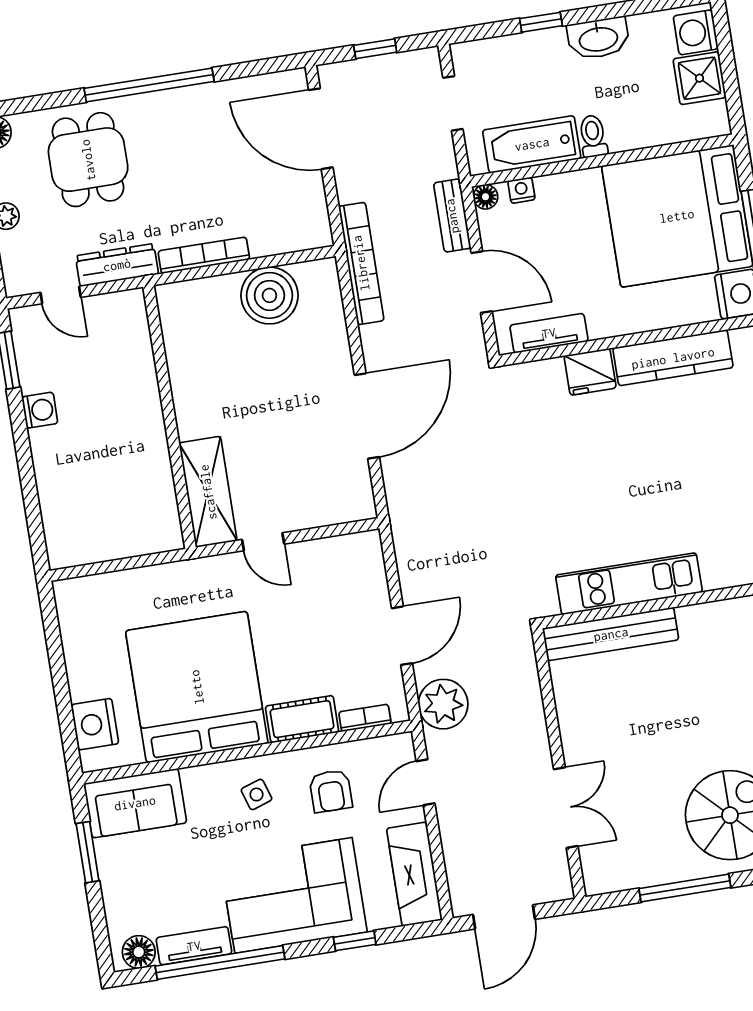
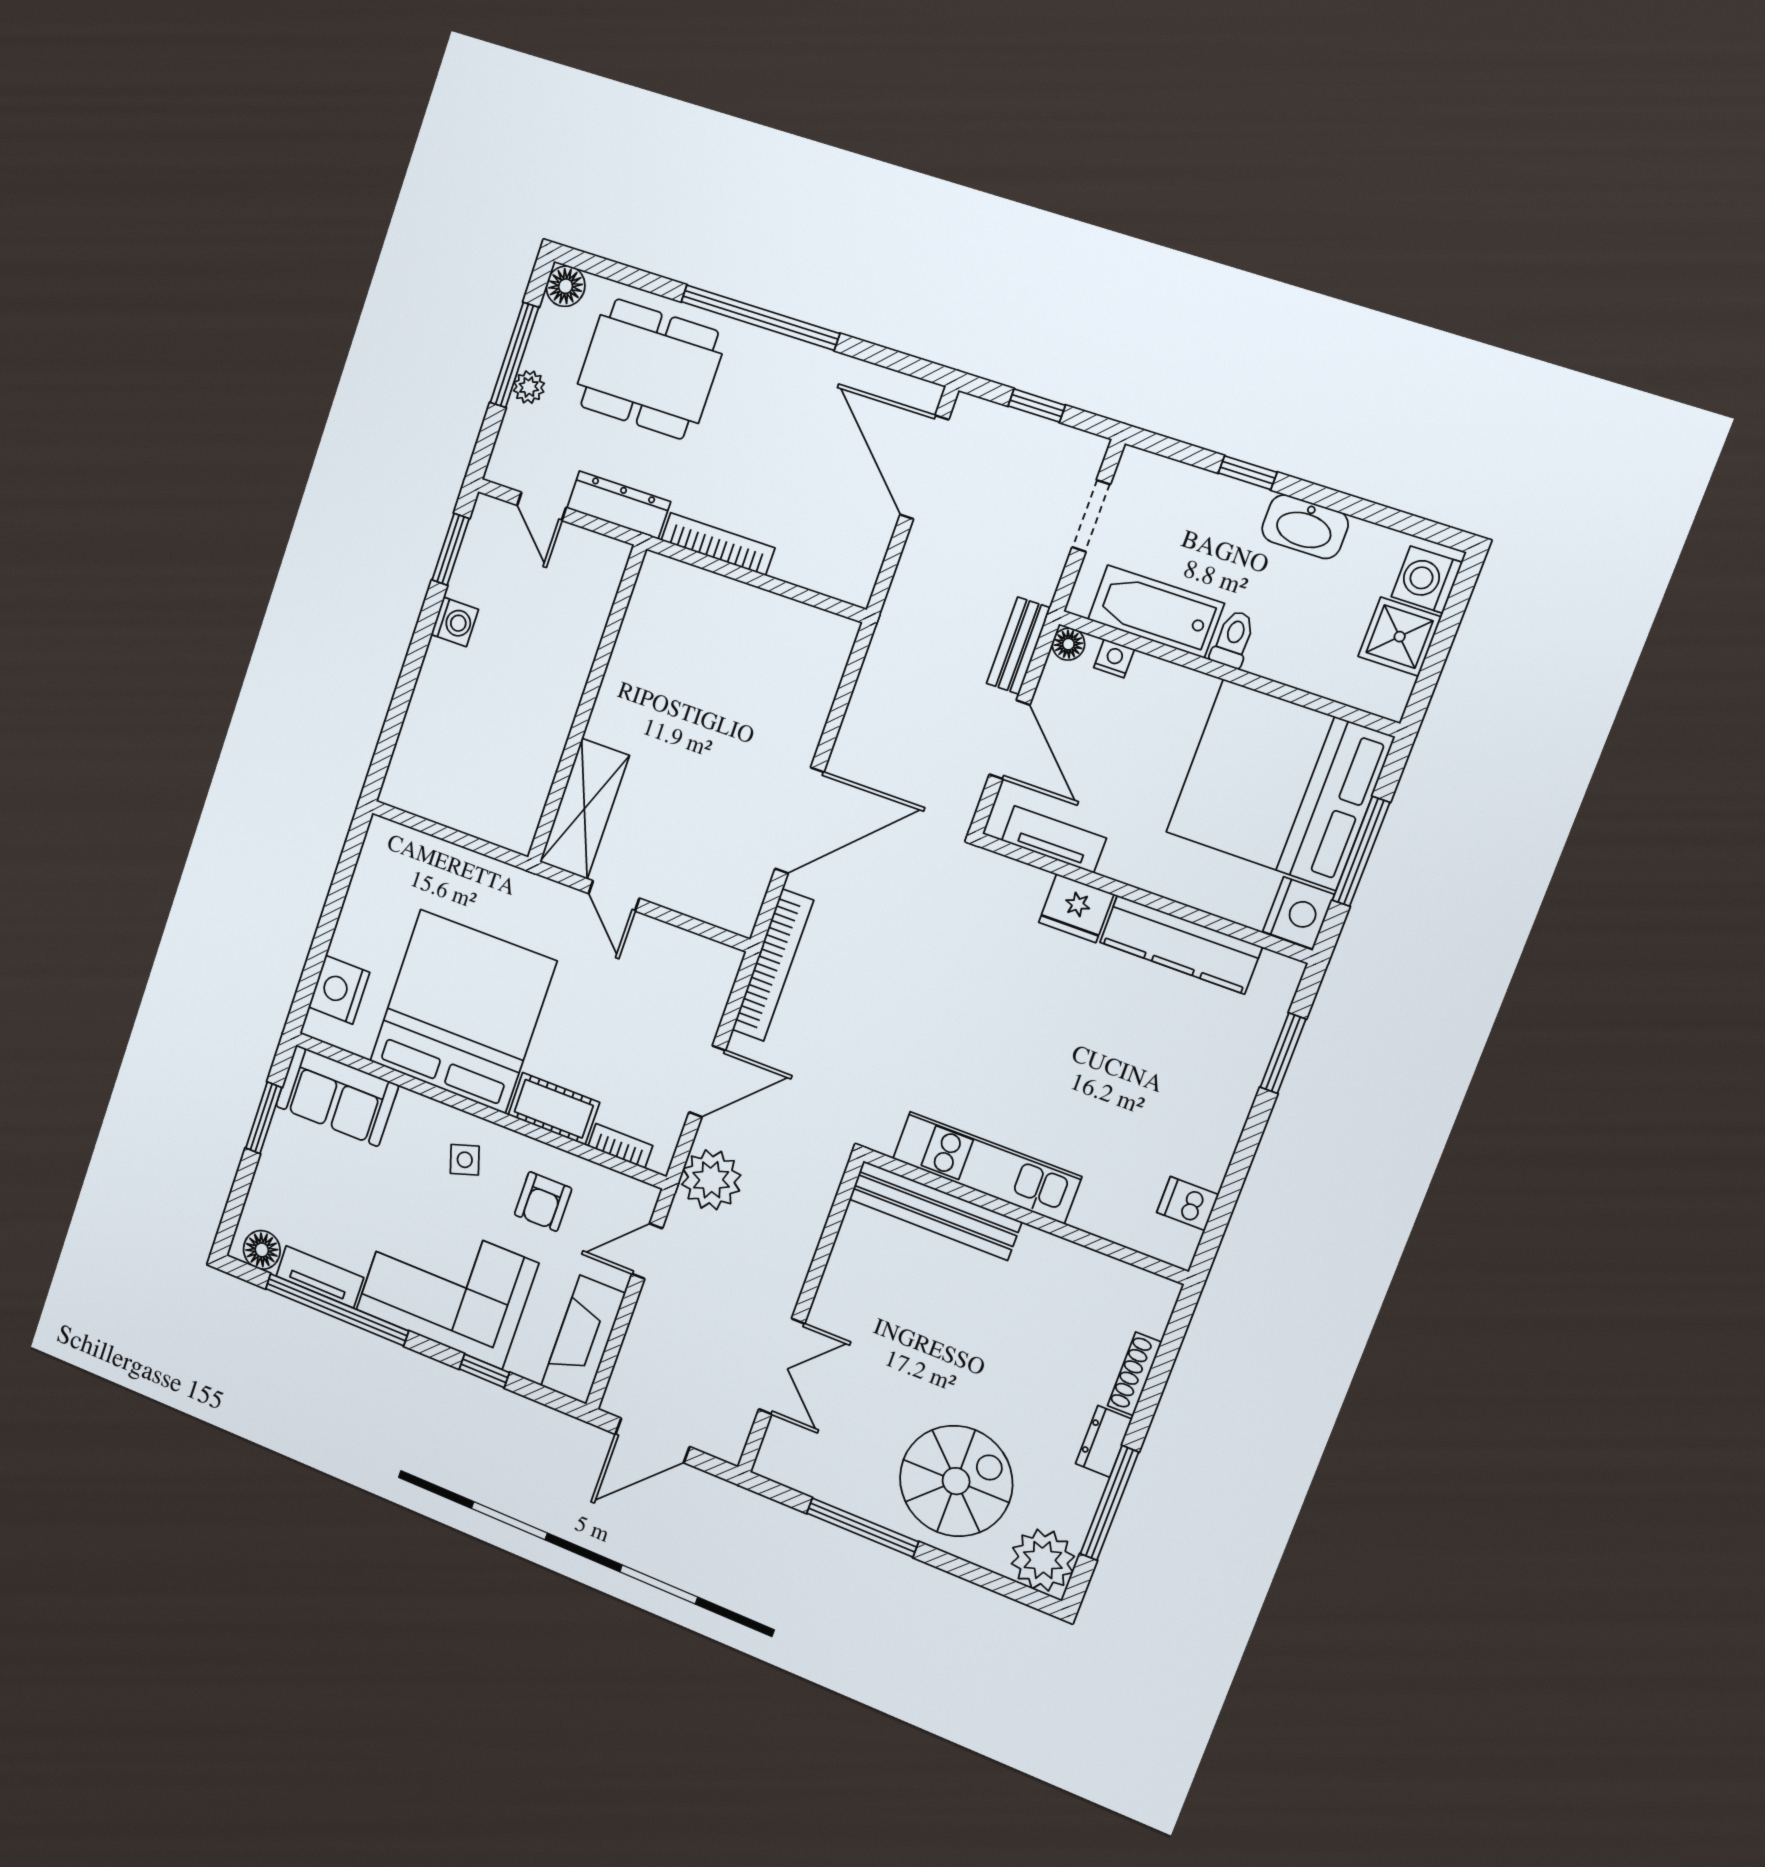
dining table: (88, 160) -> (649, 369), width x1.37
bookcase: (361, 263) -> (773, 965), moved
boiler: (269, 295) -> (765, 628), removed

